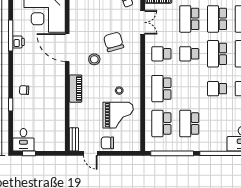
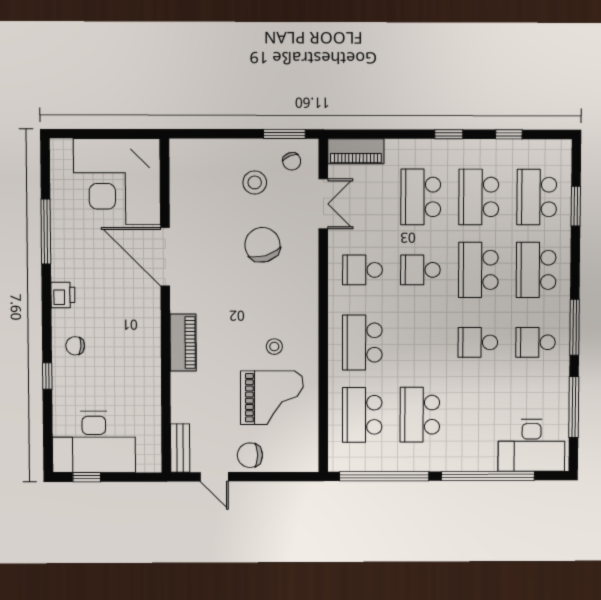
printer: (18, 42) -> (63, 295), moved
stool: (94, 59) -> (255, 182), moved
desk: (23, 140) -> (94, 442), width x1.87, depth x1.30

